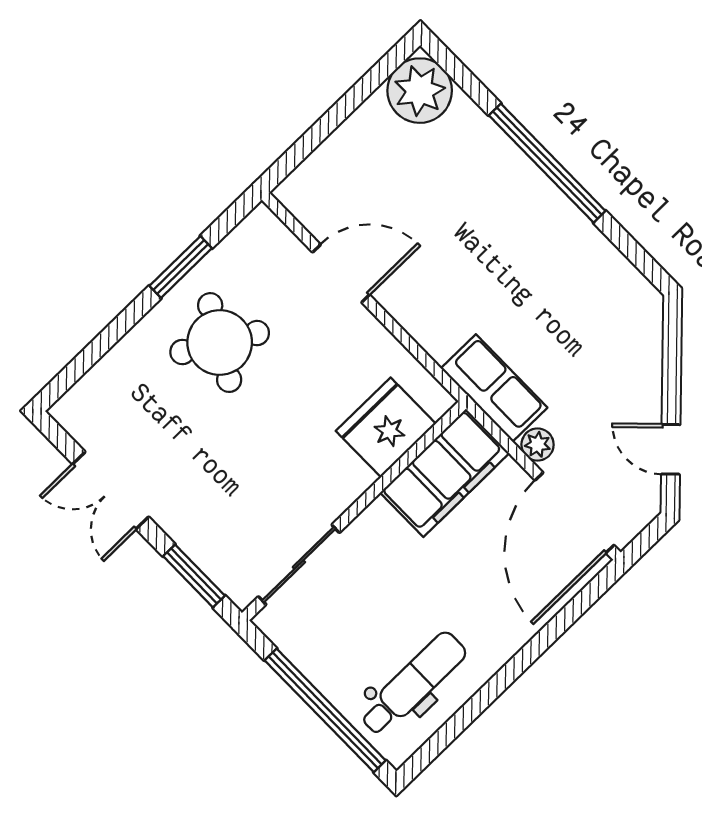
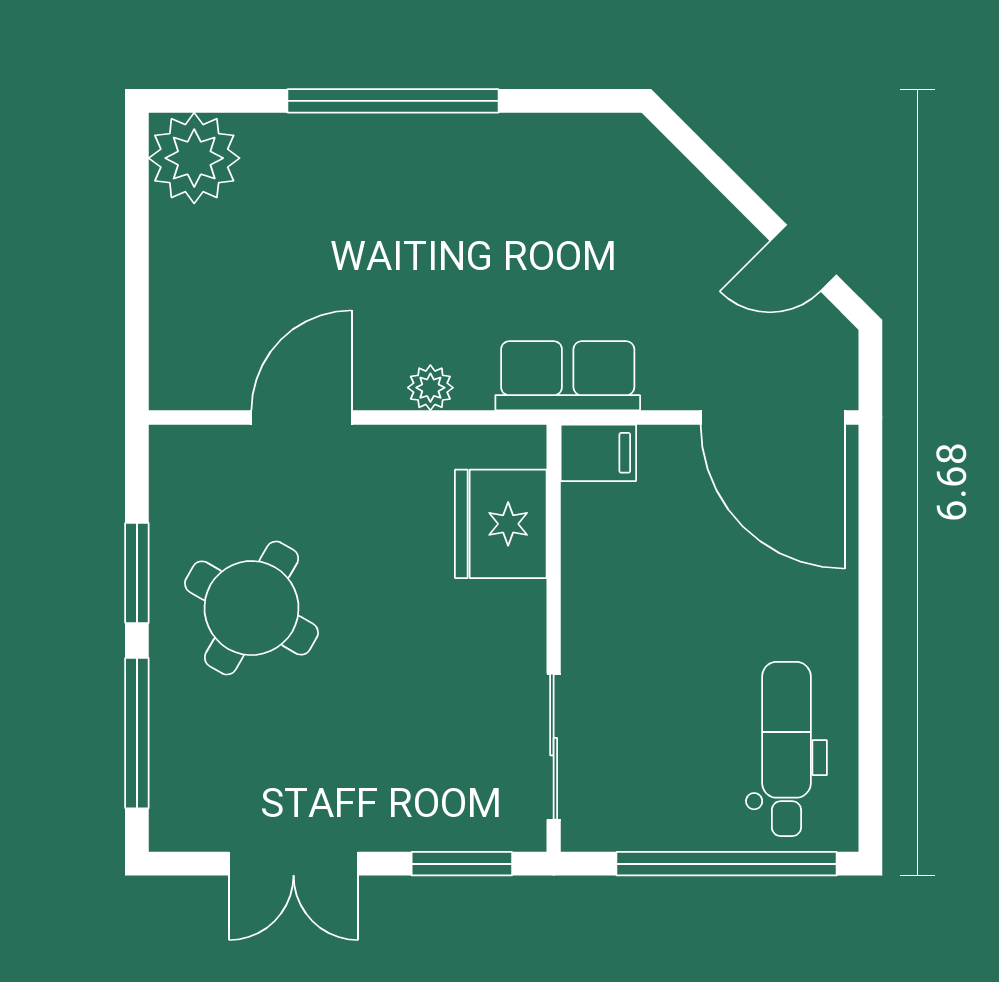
window: (99, 346) -> (137, 733), added
plant: (538, 445) -> (430, 388), moved
filing cabinet: (445, 473) -> (598, 453), width x0.33, depth x0.86

